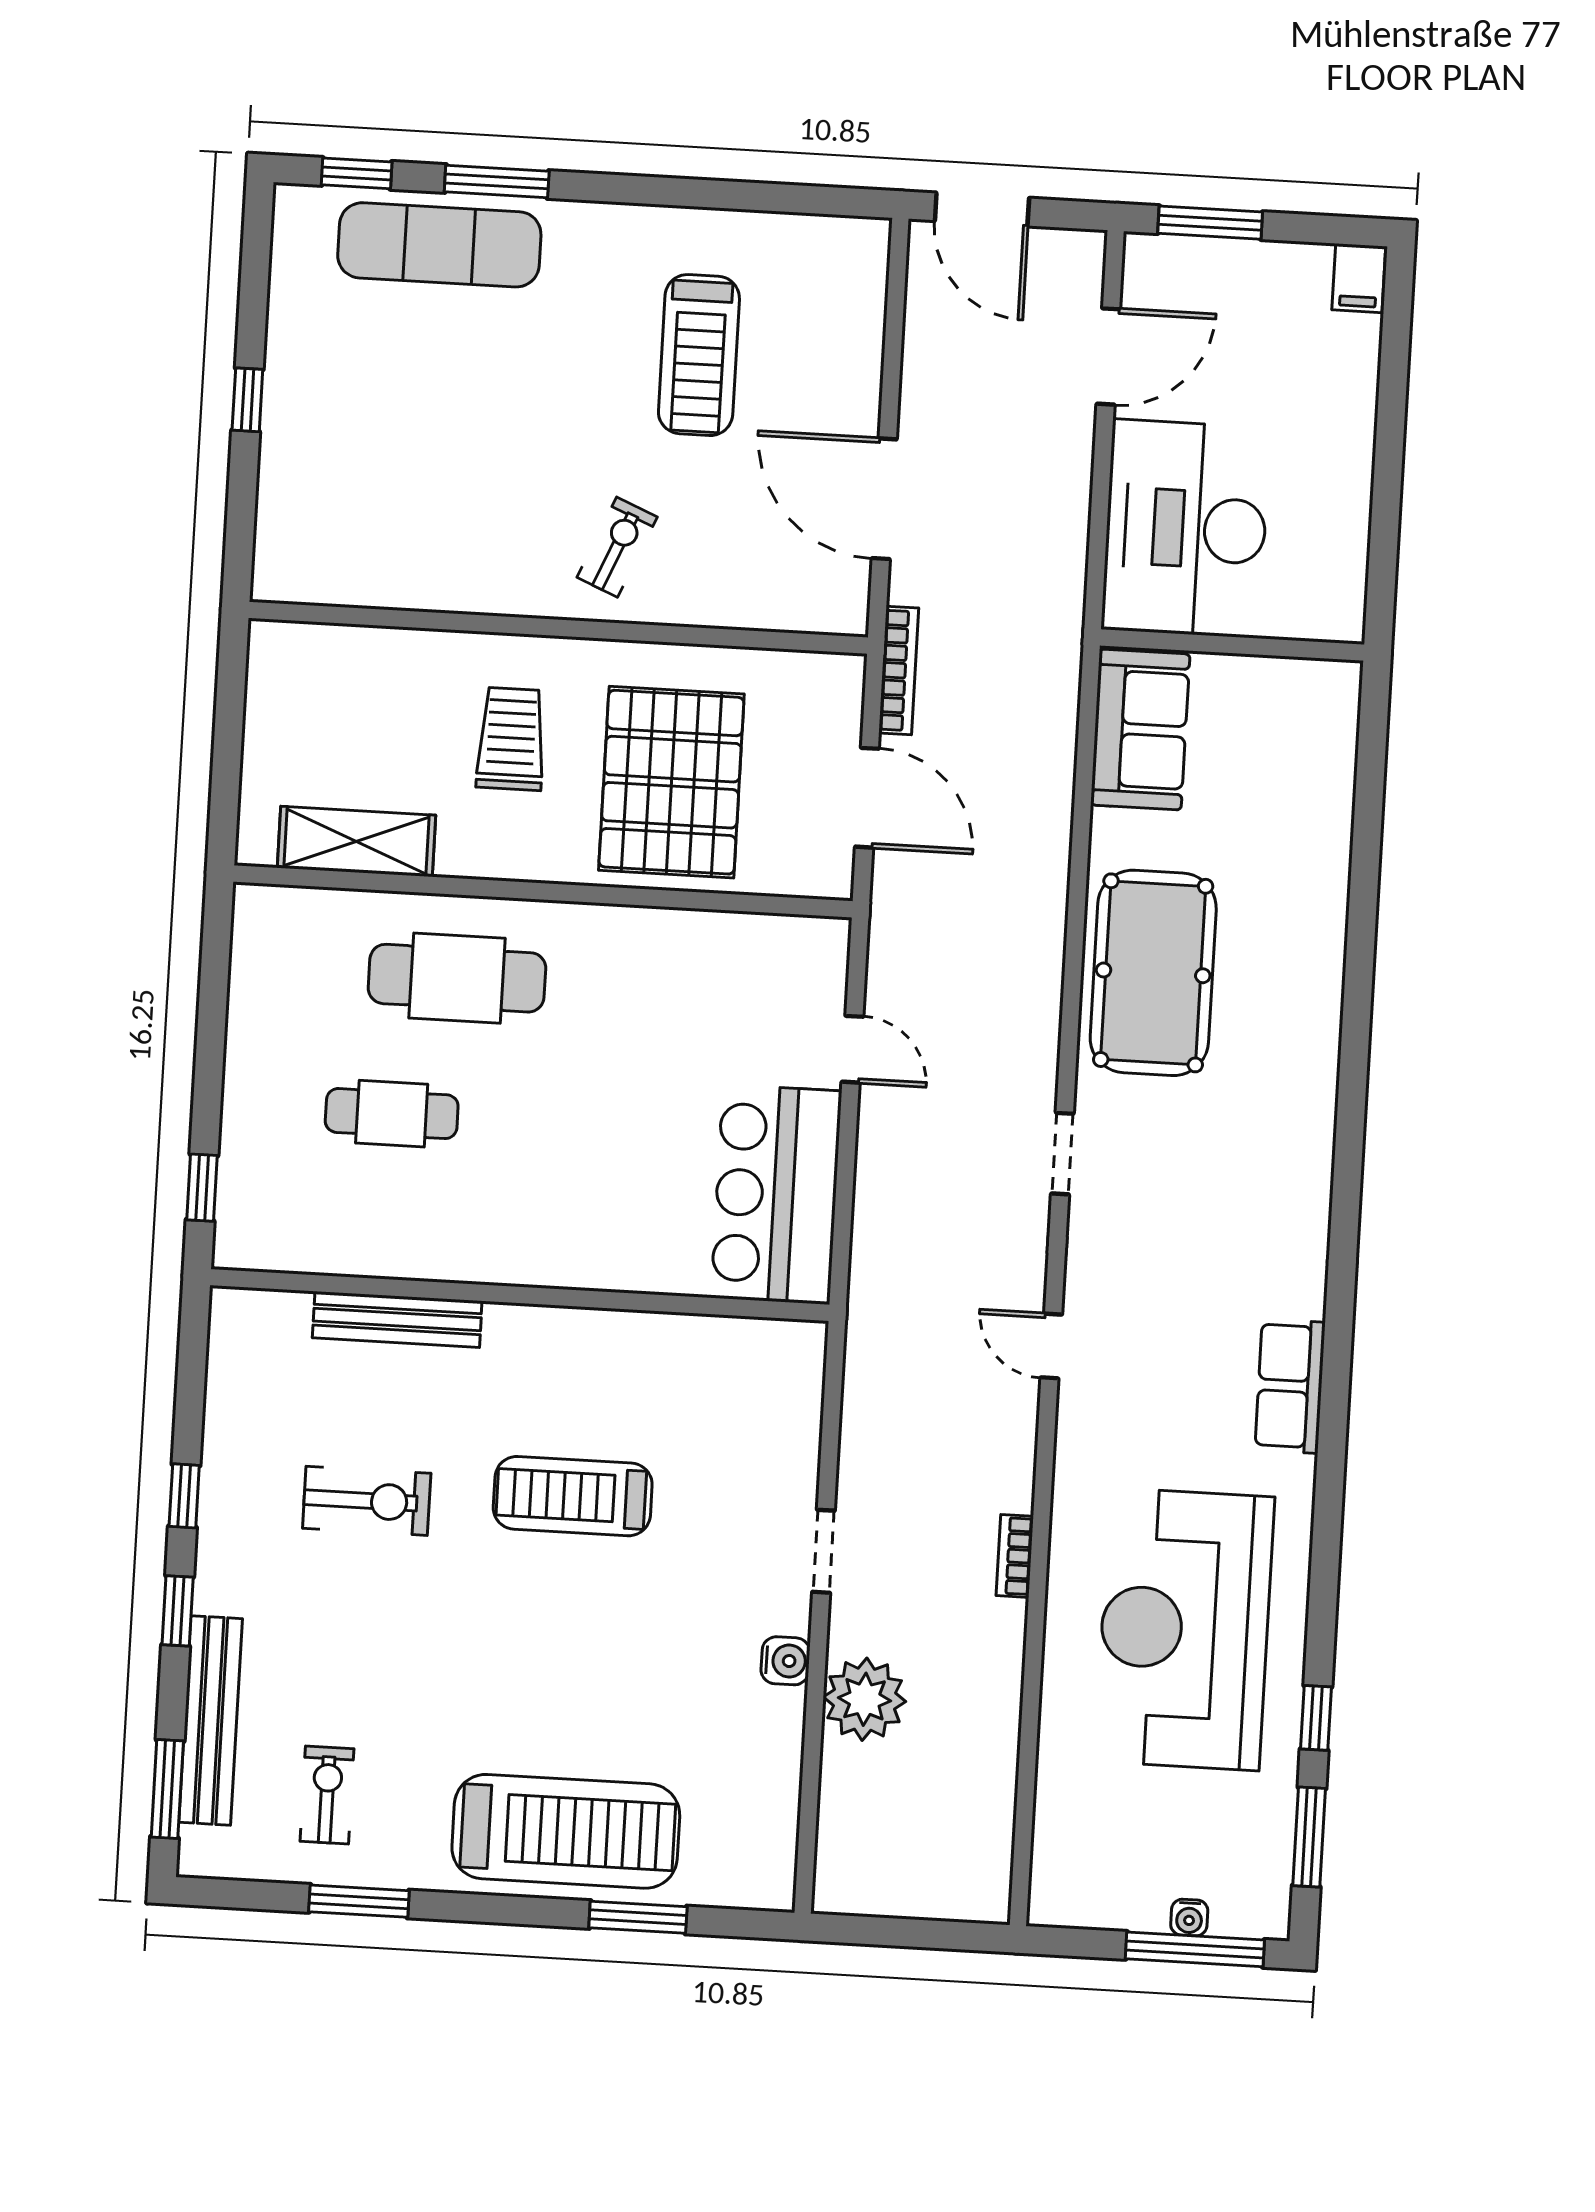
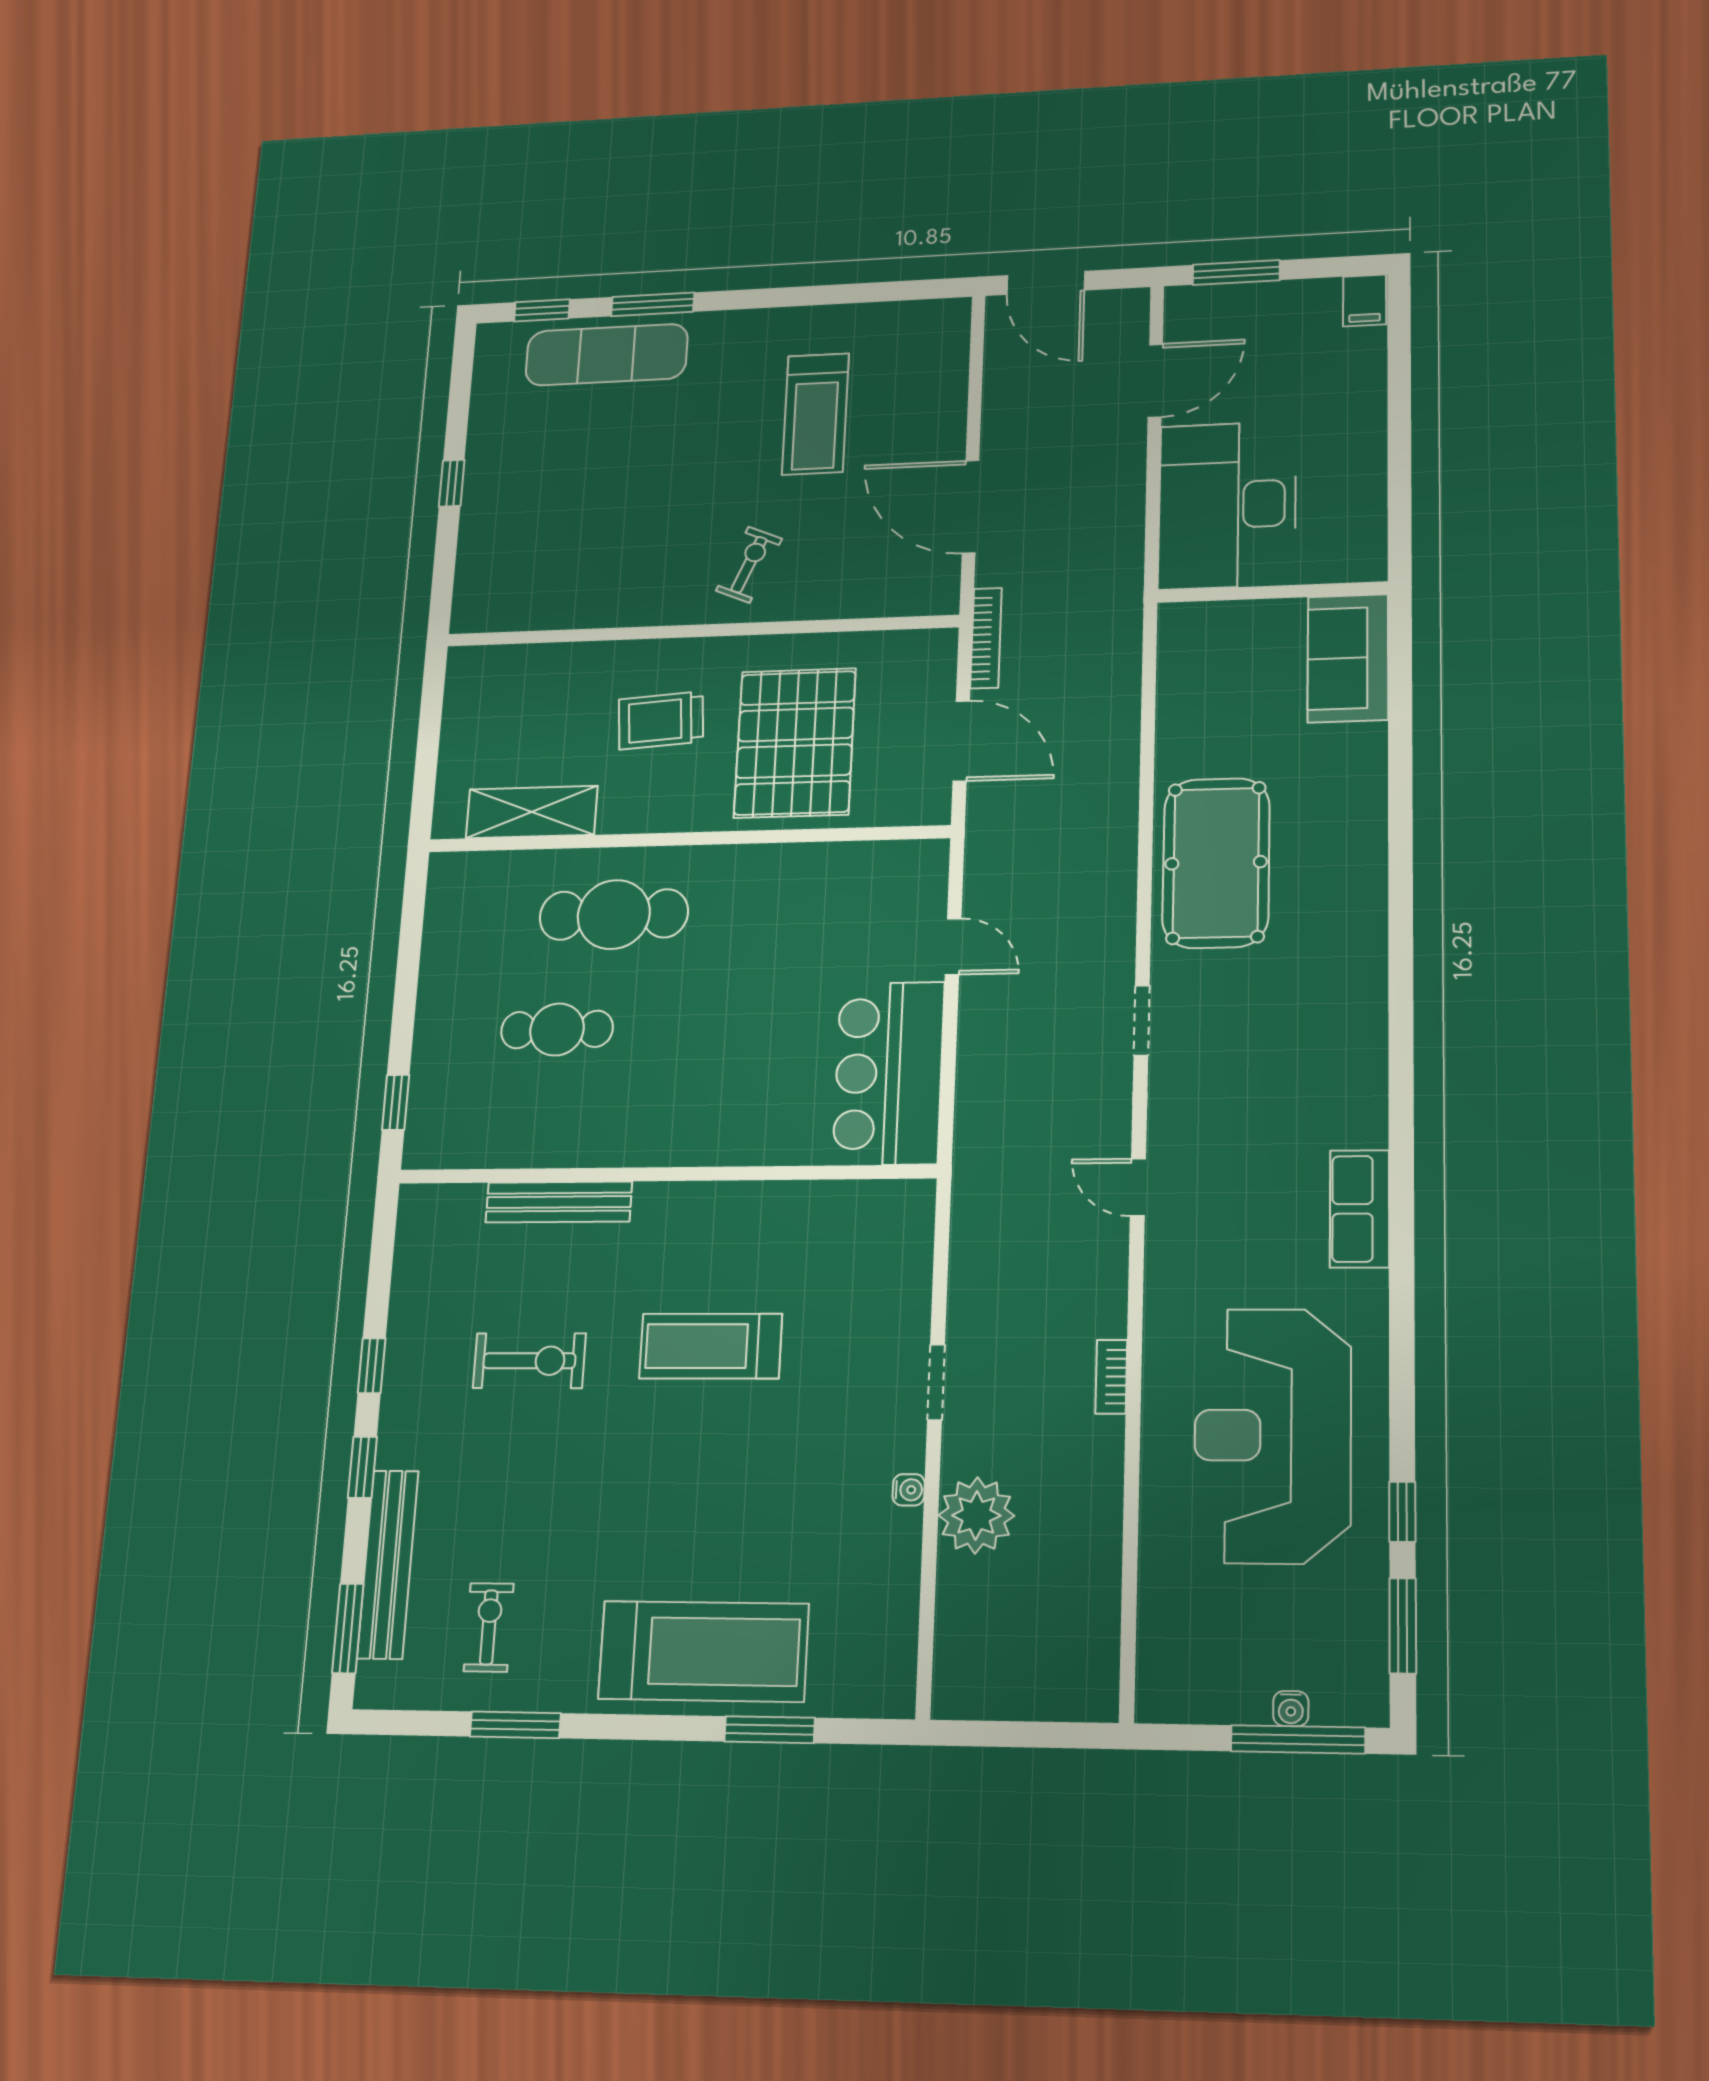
sofa: (1140, 729) -> (1348, 658), moved, turned 180
trolley: (511, 739) -> (661, 720), turned -94
water cooler: (785, 1661) -> (909, 1490), width x0.72, depth x0.72

